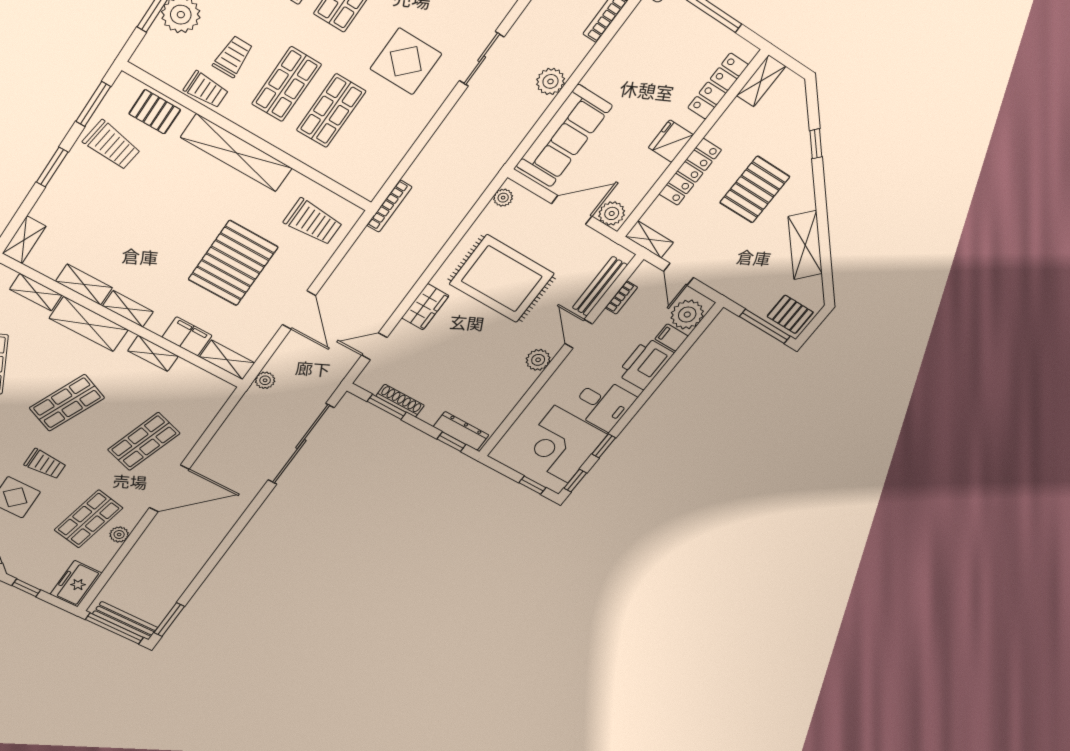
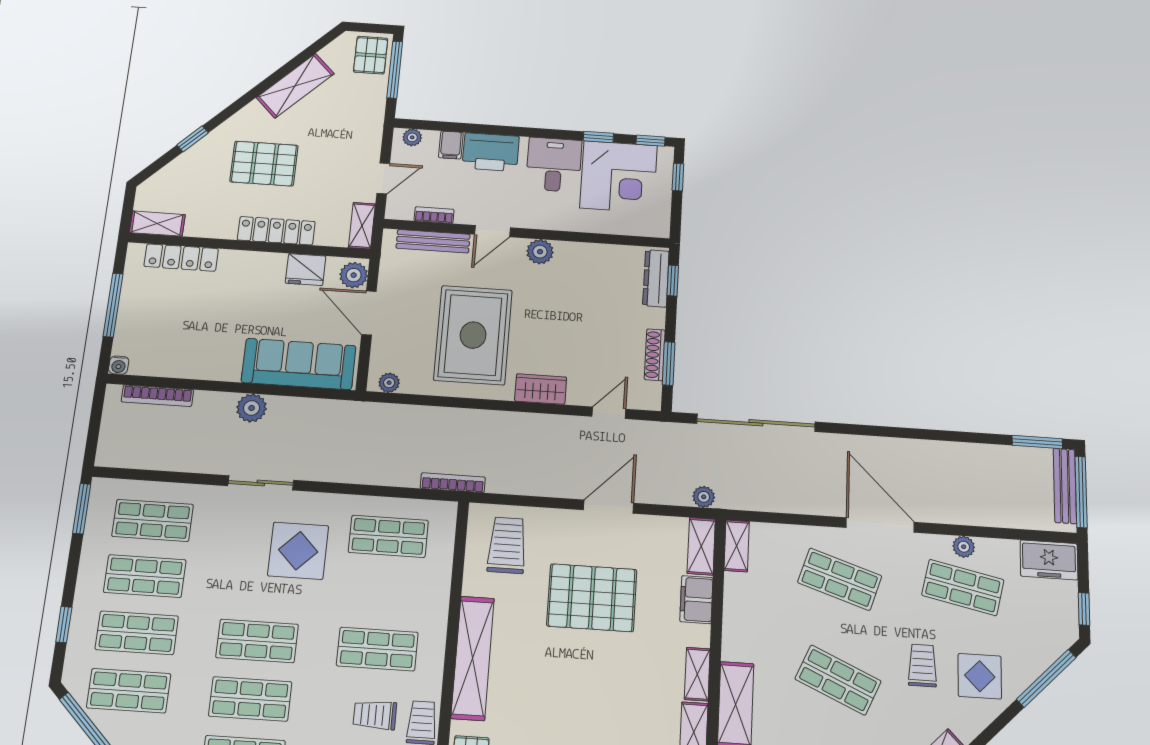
shop shelf: (331, 111) -> (388, 536), moved
fridge: (671, 141) -> (306, 270), moved
plant: (687, 315) -> (412, 137), width x0.53, depth x0.53
door: (374, 346) -> (609, 413), swing flipped
shelving: (153, 353) -> (737, 546), moved

